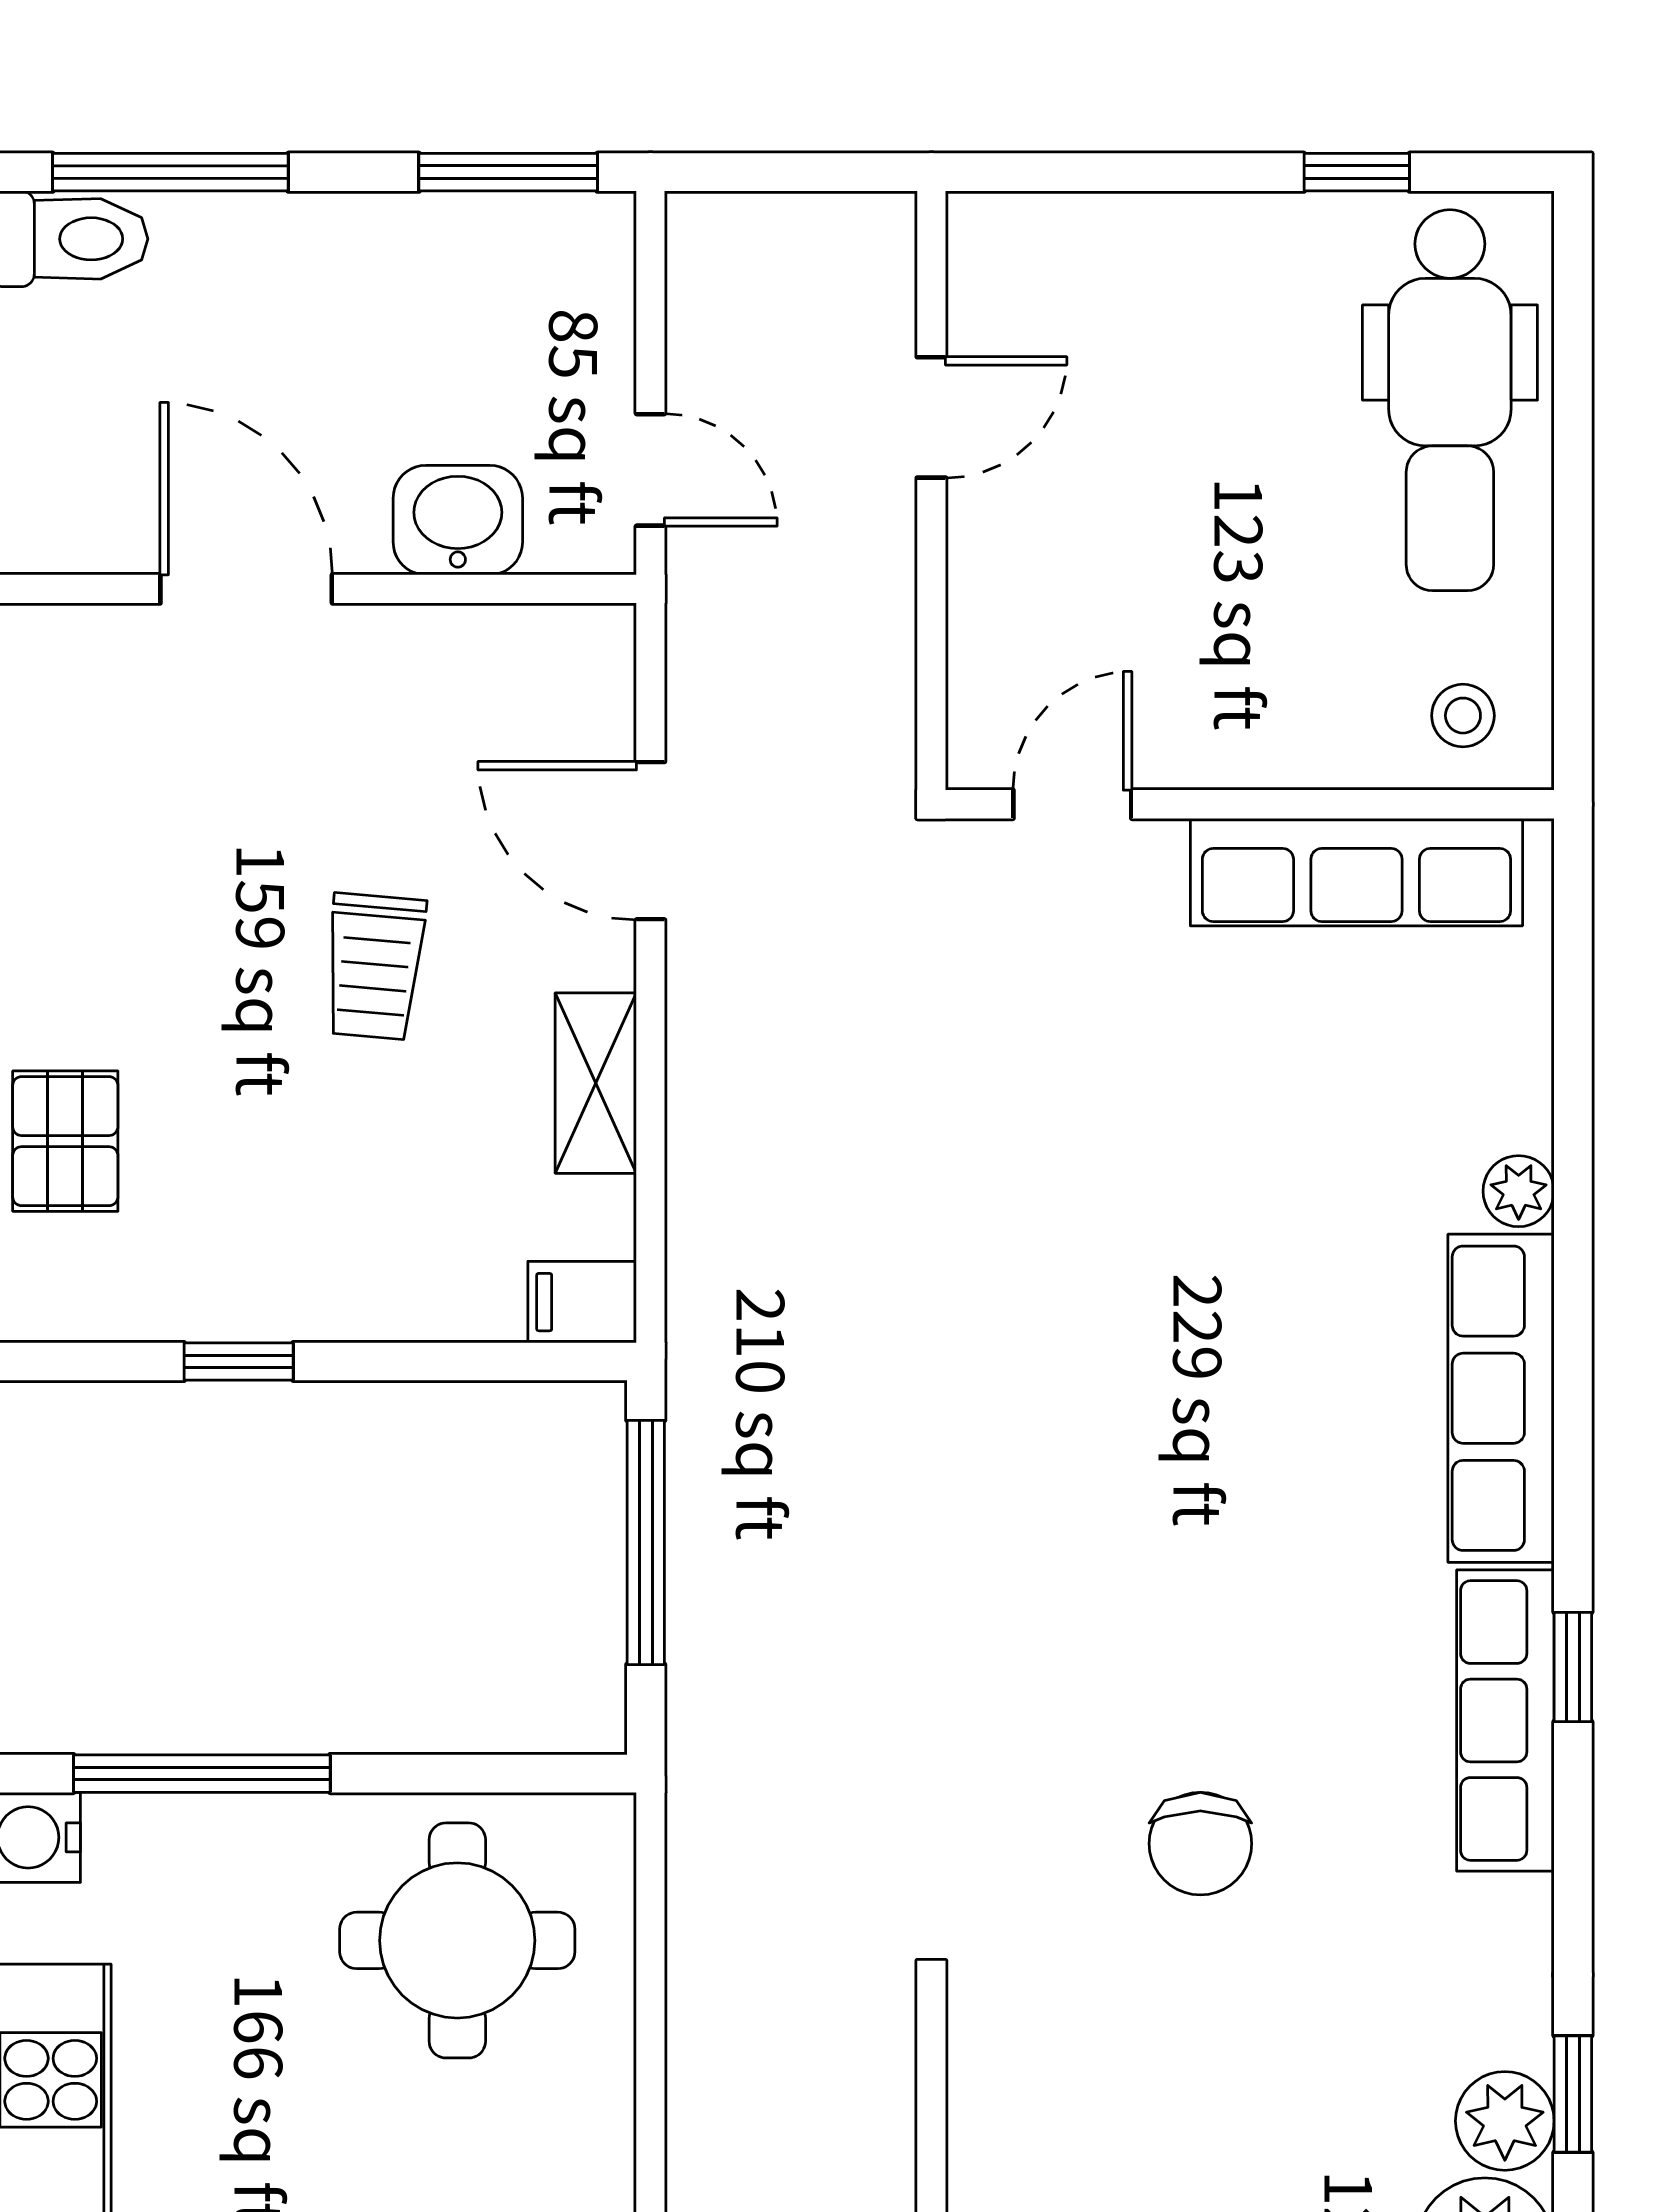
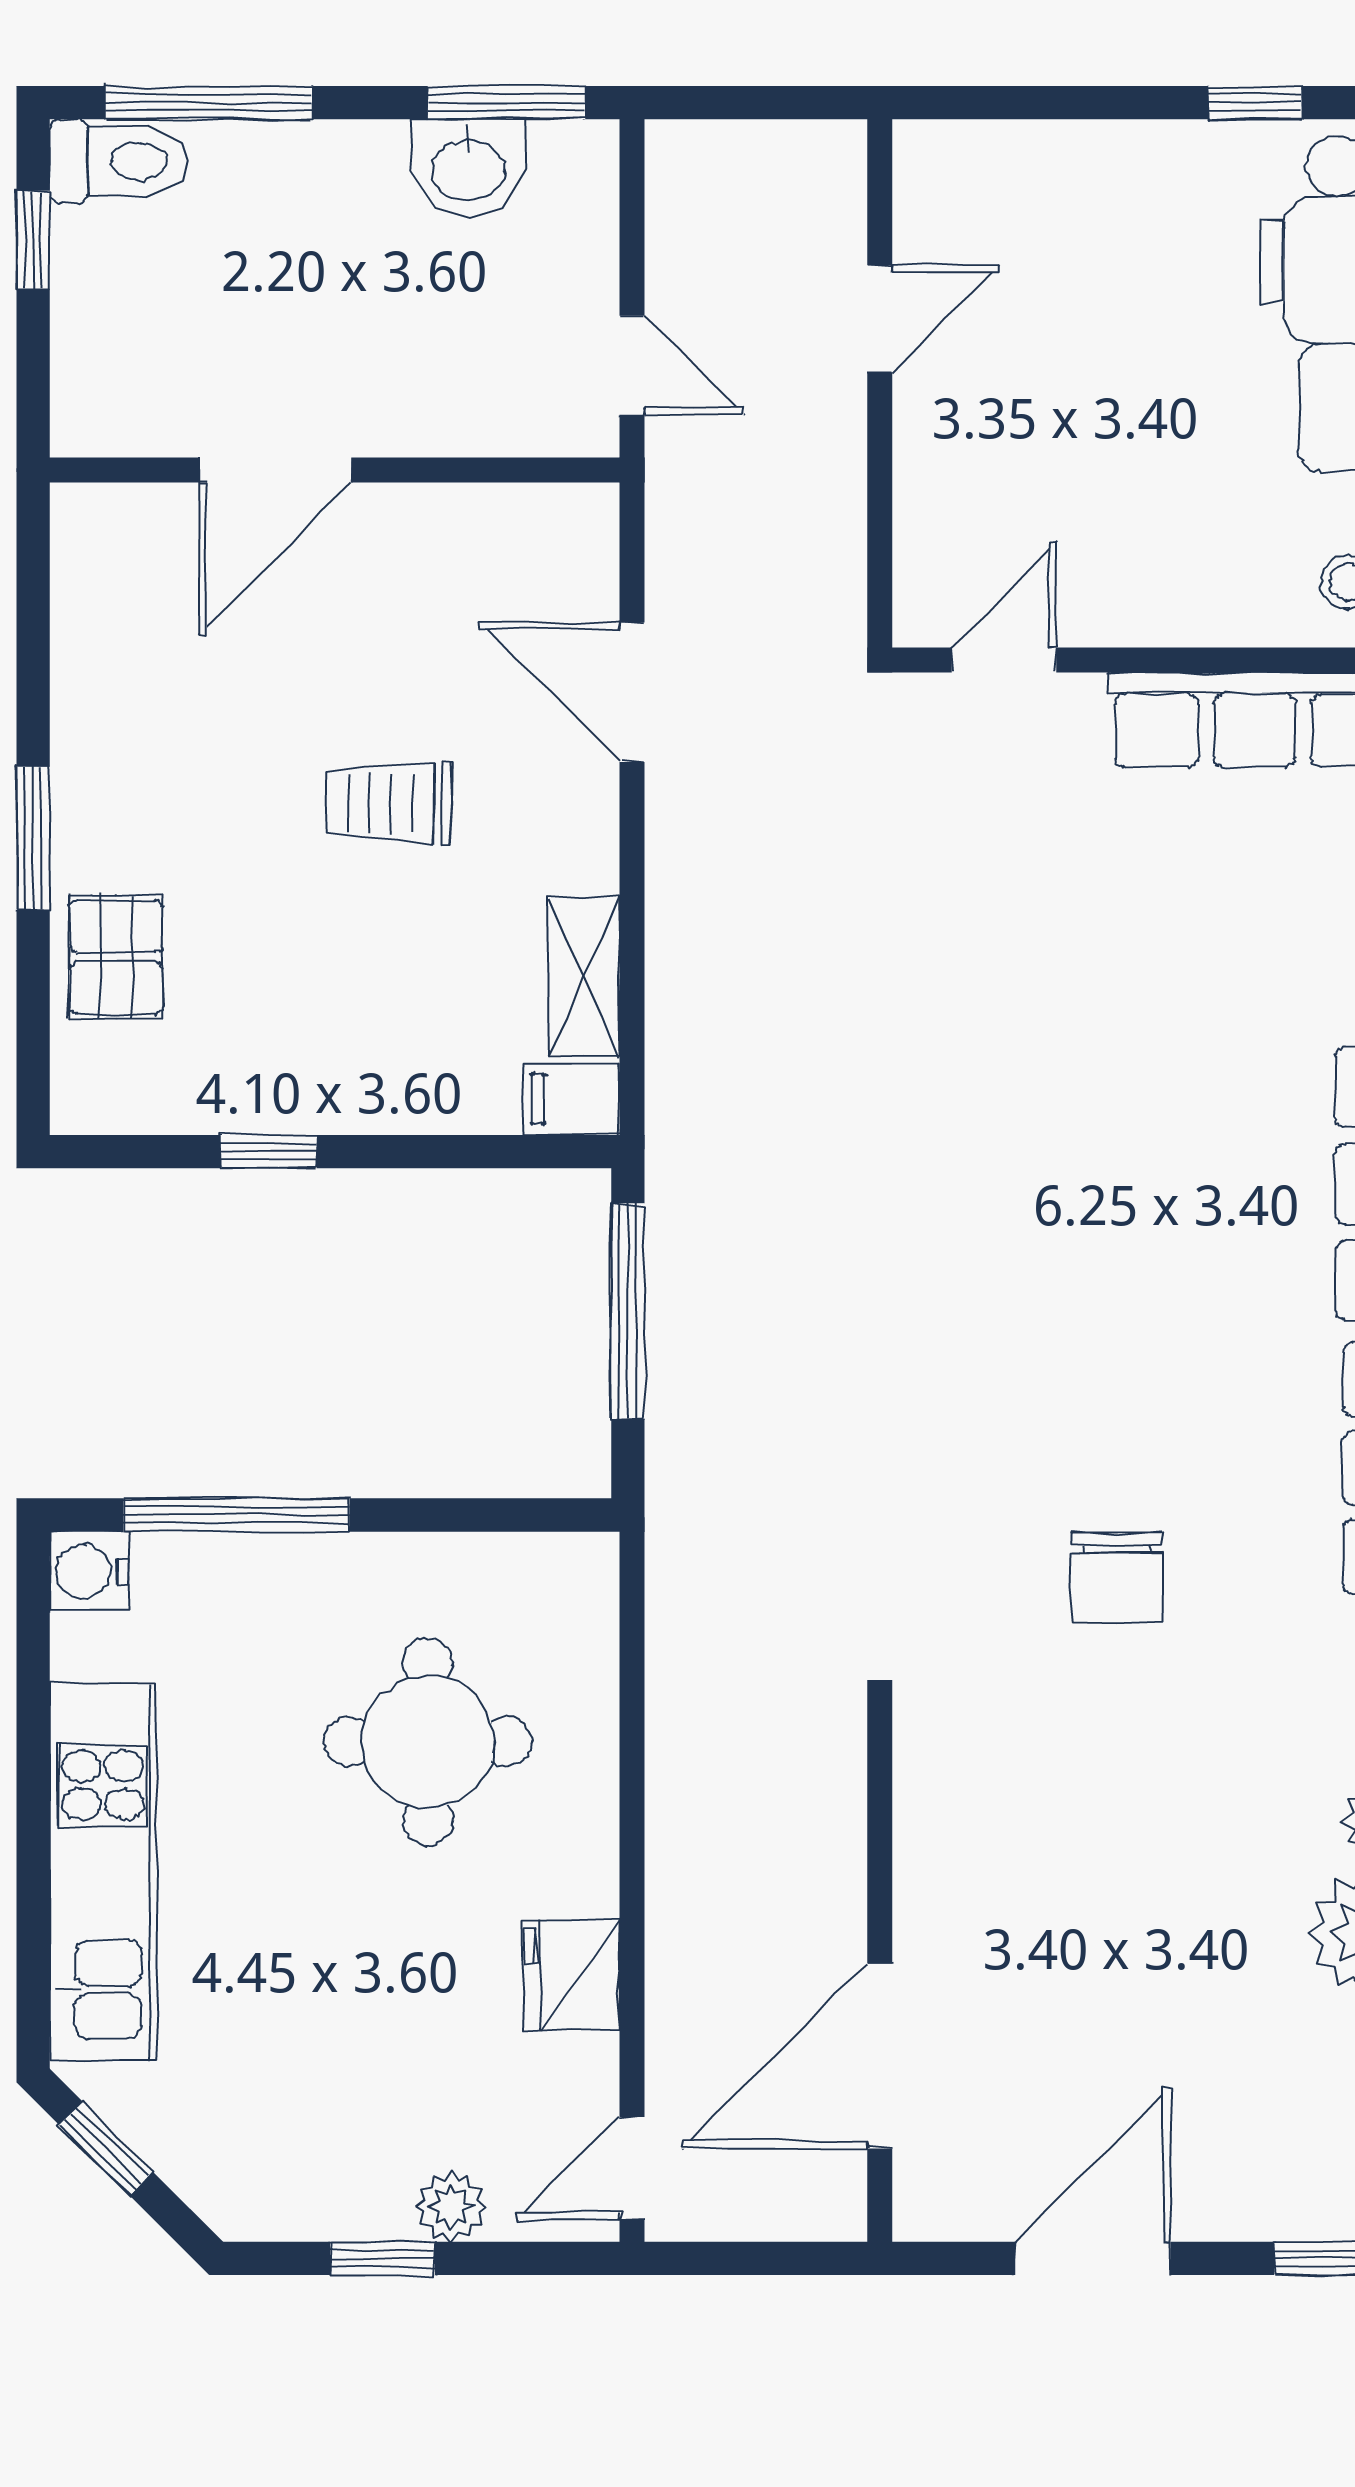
washbasin: (458, 520) -> (469, 167), moved, turned 180
door: (246, 589) -> (275, 470), swing flipped
trolley: (375, 966) -> (389, 803), turned 86
shelving: (596, 1083) -> (584, 977), moved
round table: (457, 1940) -> (428, 1742), moved

